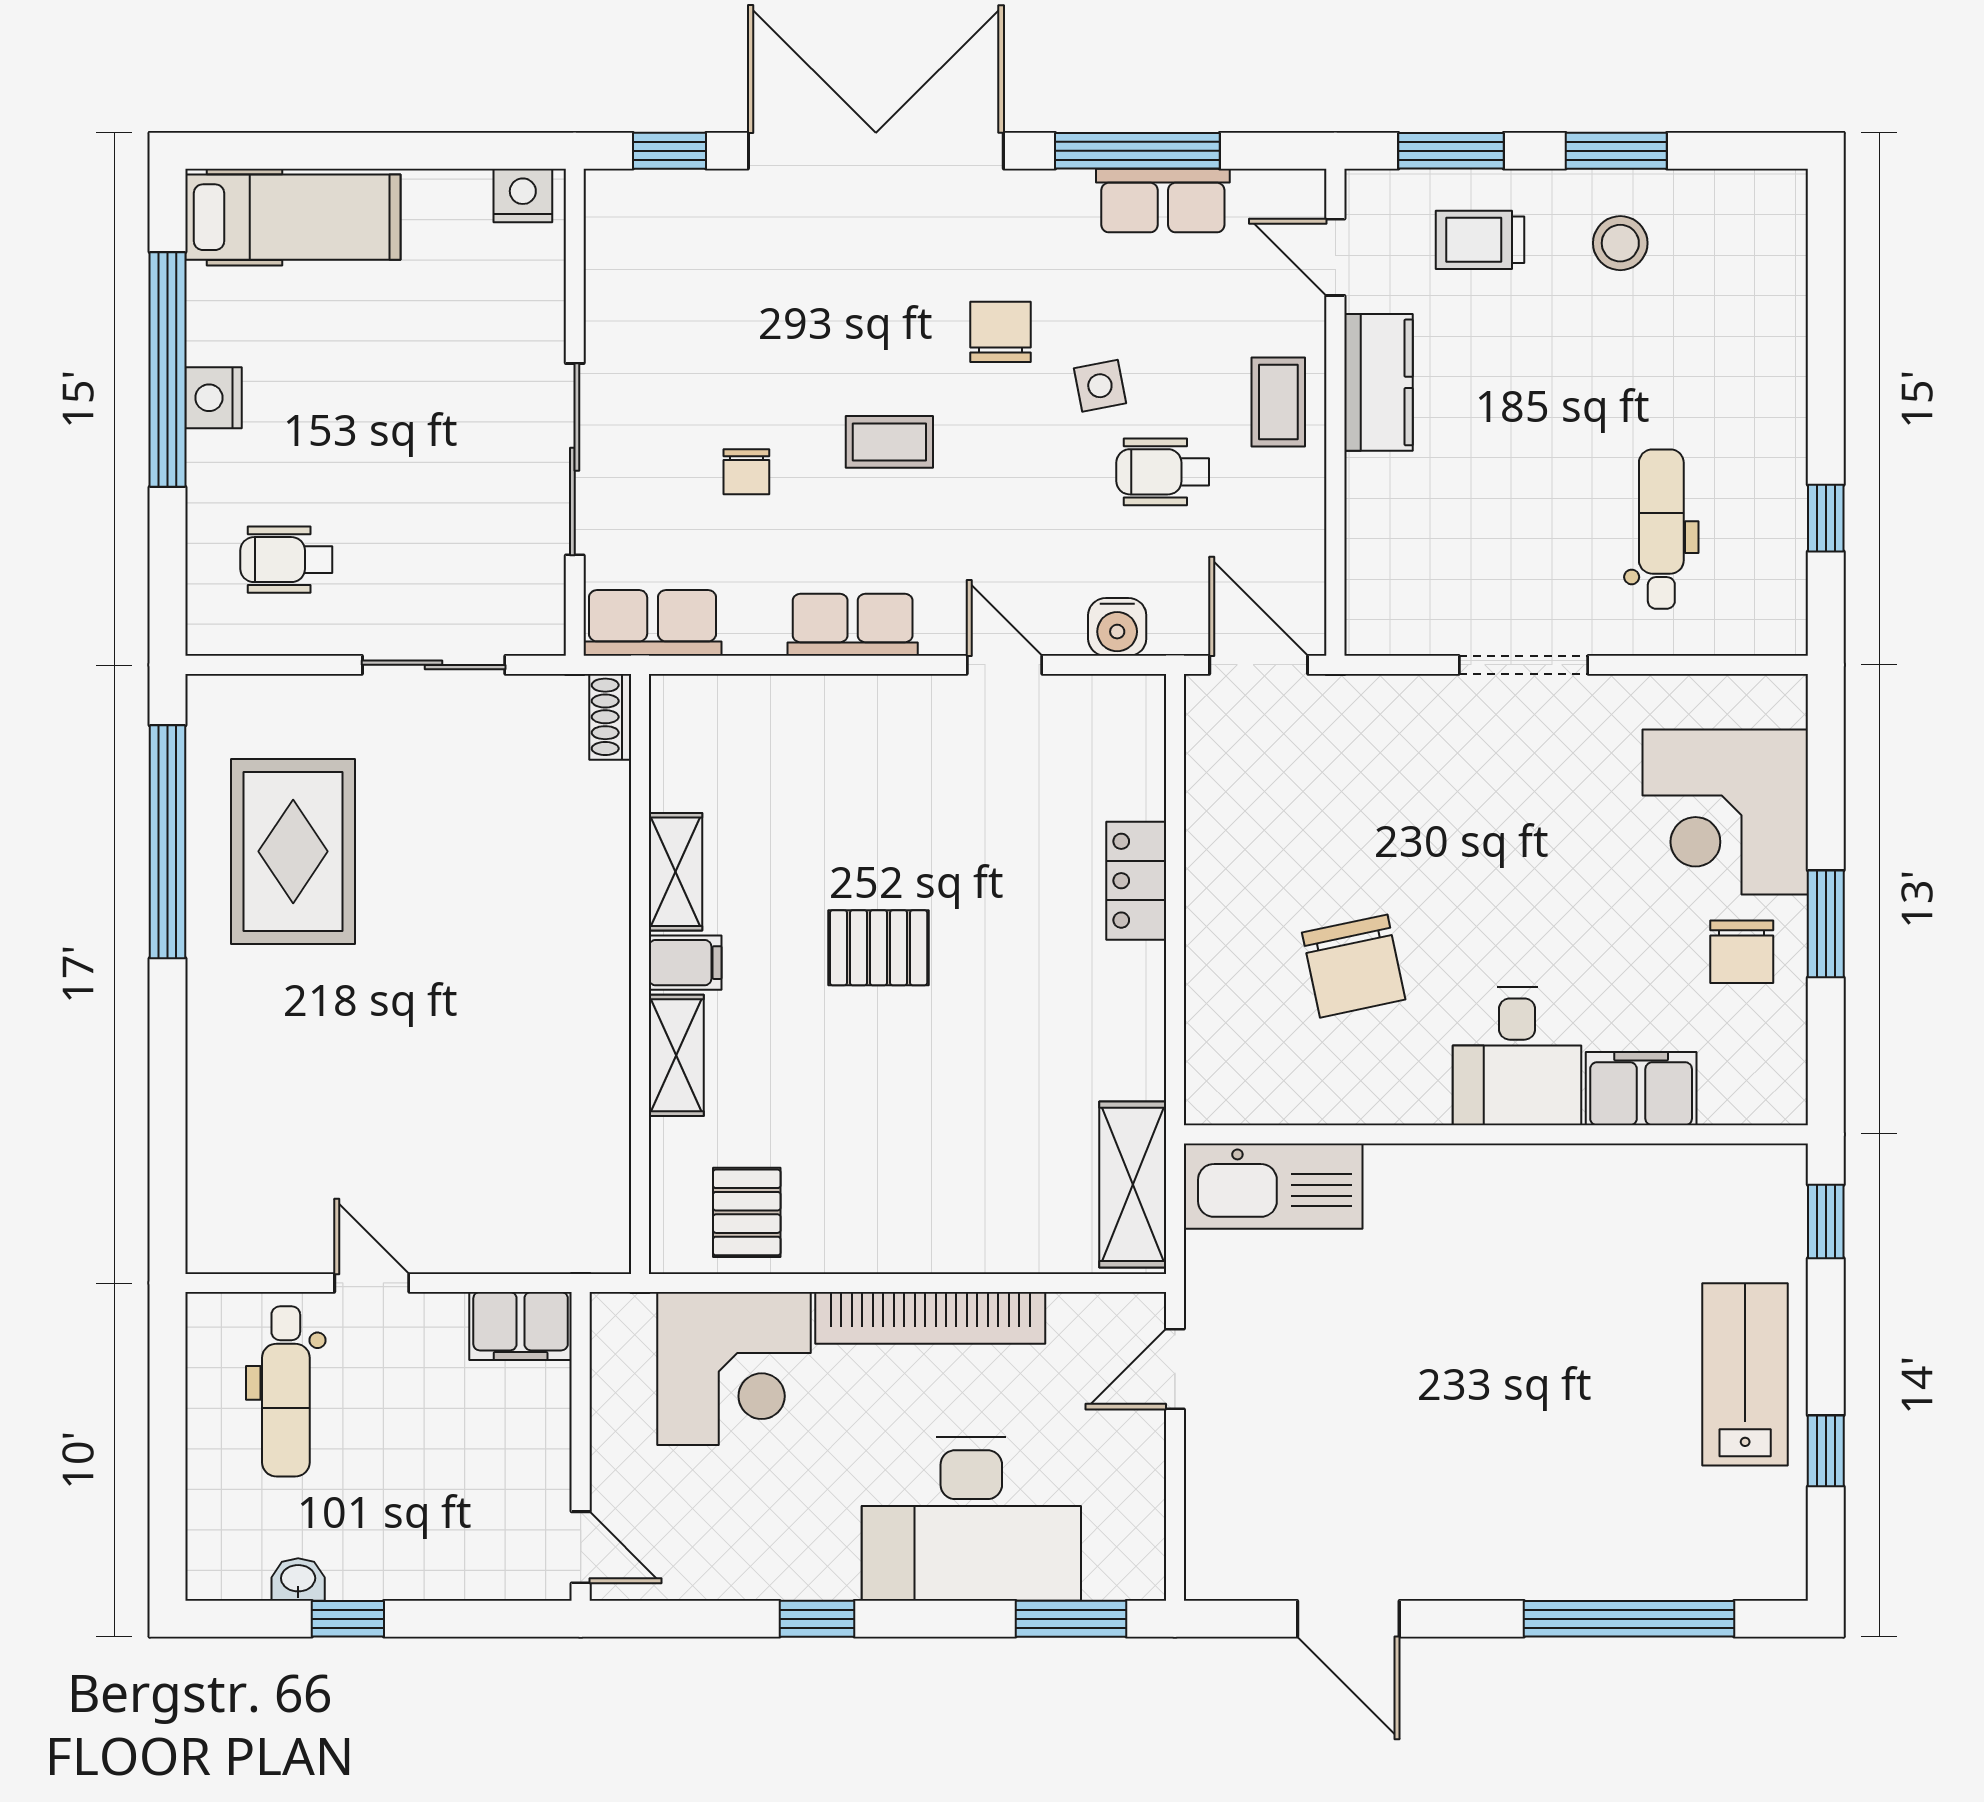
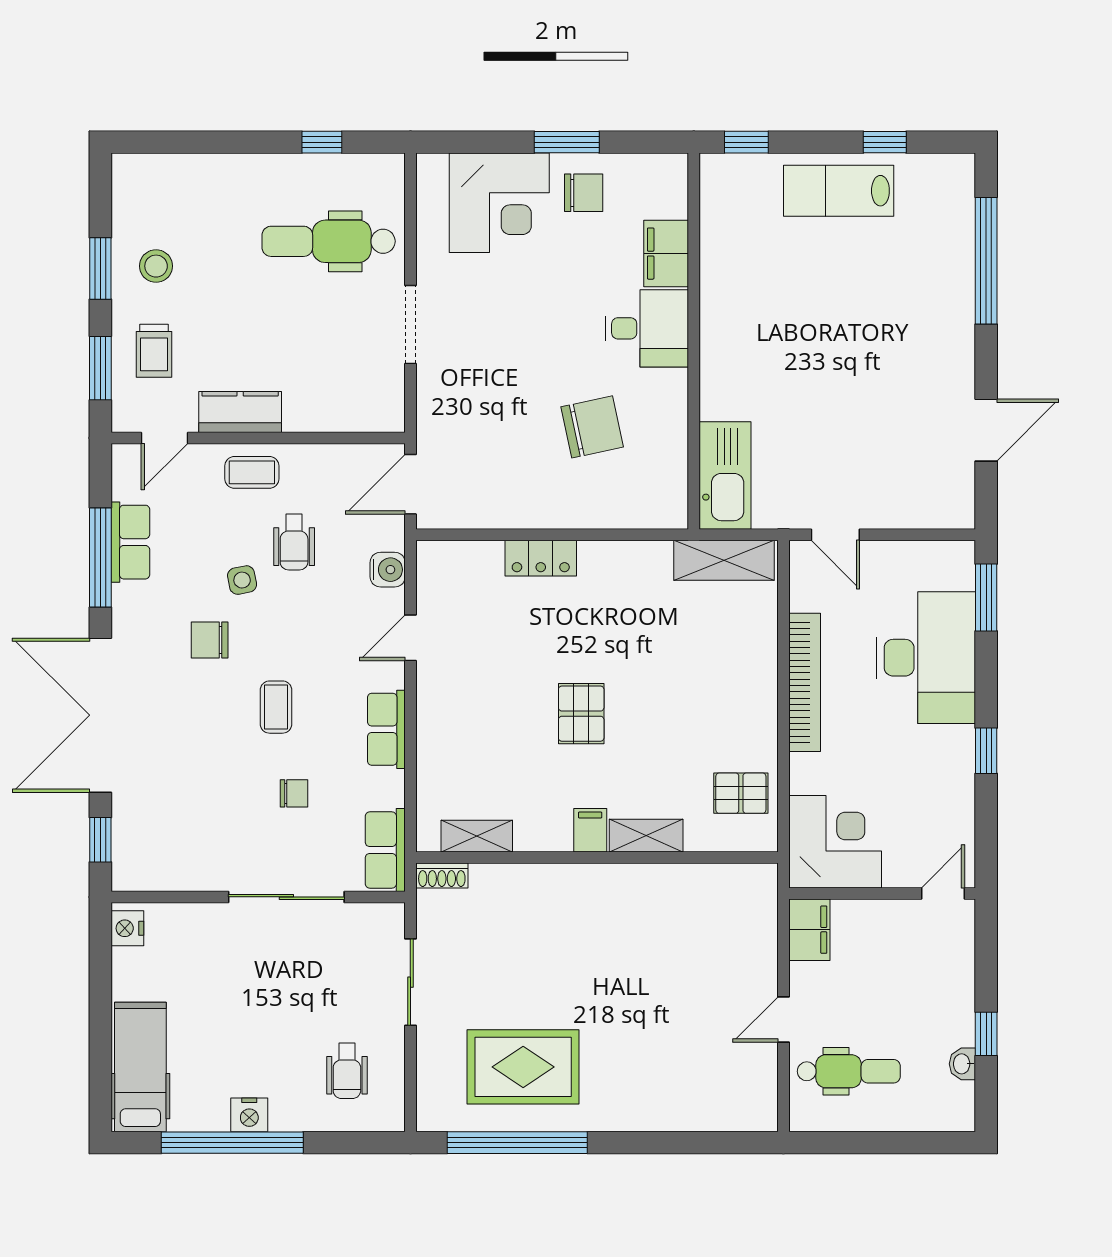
dental chair: (1661, 529) -> (329, 241), width x1.36, depth x1.38
shelving: (675, 872) -> (477, 836), moved
corner desk: (734, 1369) -> (835, 842), moved

